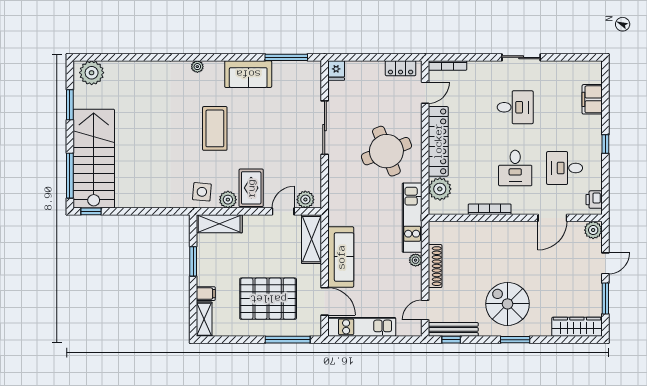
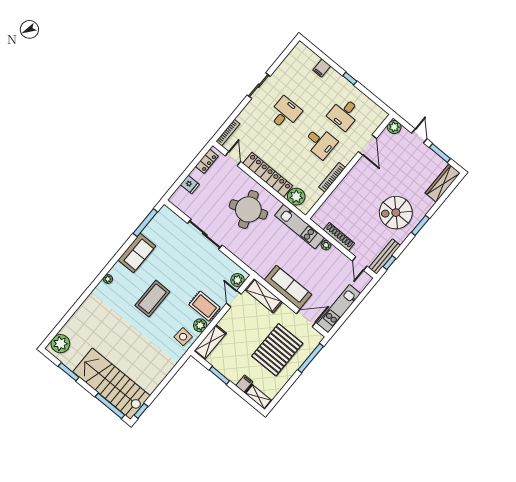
fridge: (336, 70) -> (190, 184), moved
filing cabinet: (592, 99) -> (322, 68), width x0.50
coffee table: (215, 128) -> (152, 299), turned 90
printer: (594, 200) -> (377, 112), removed

